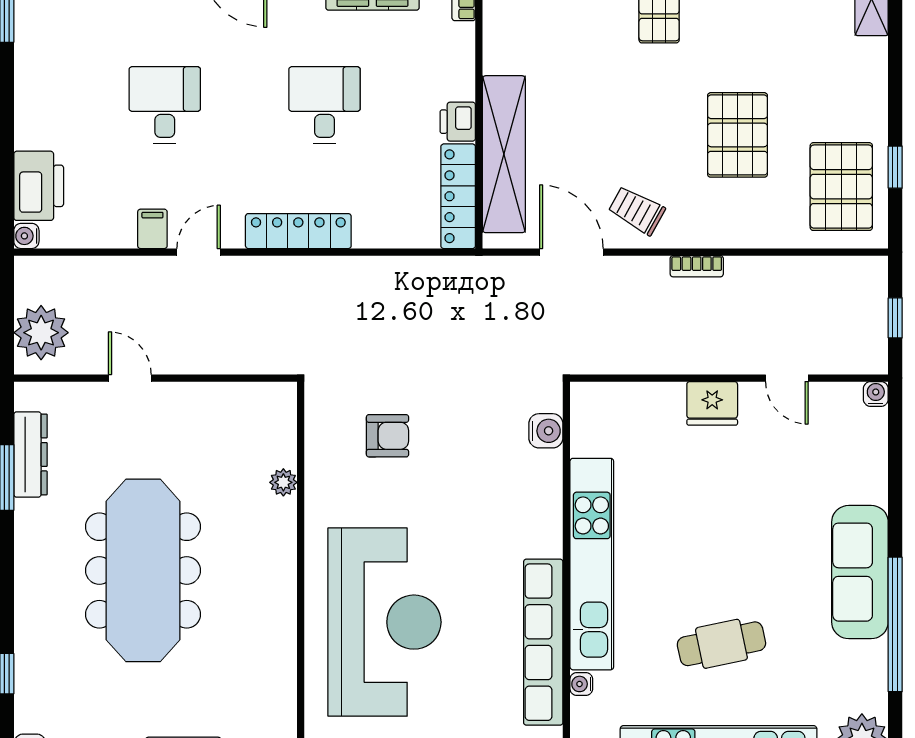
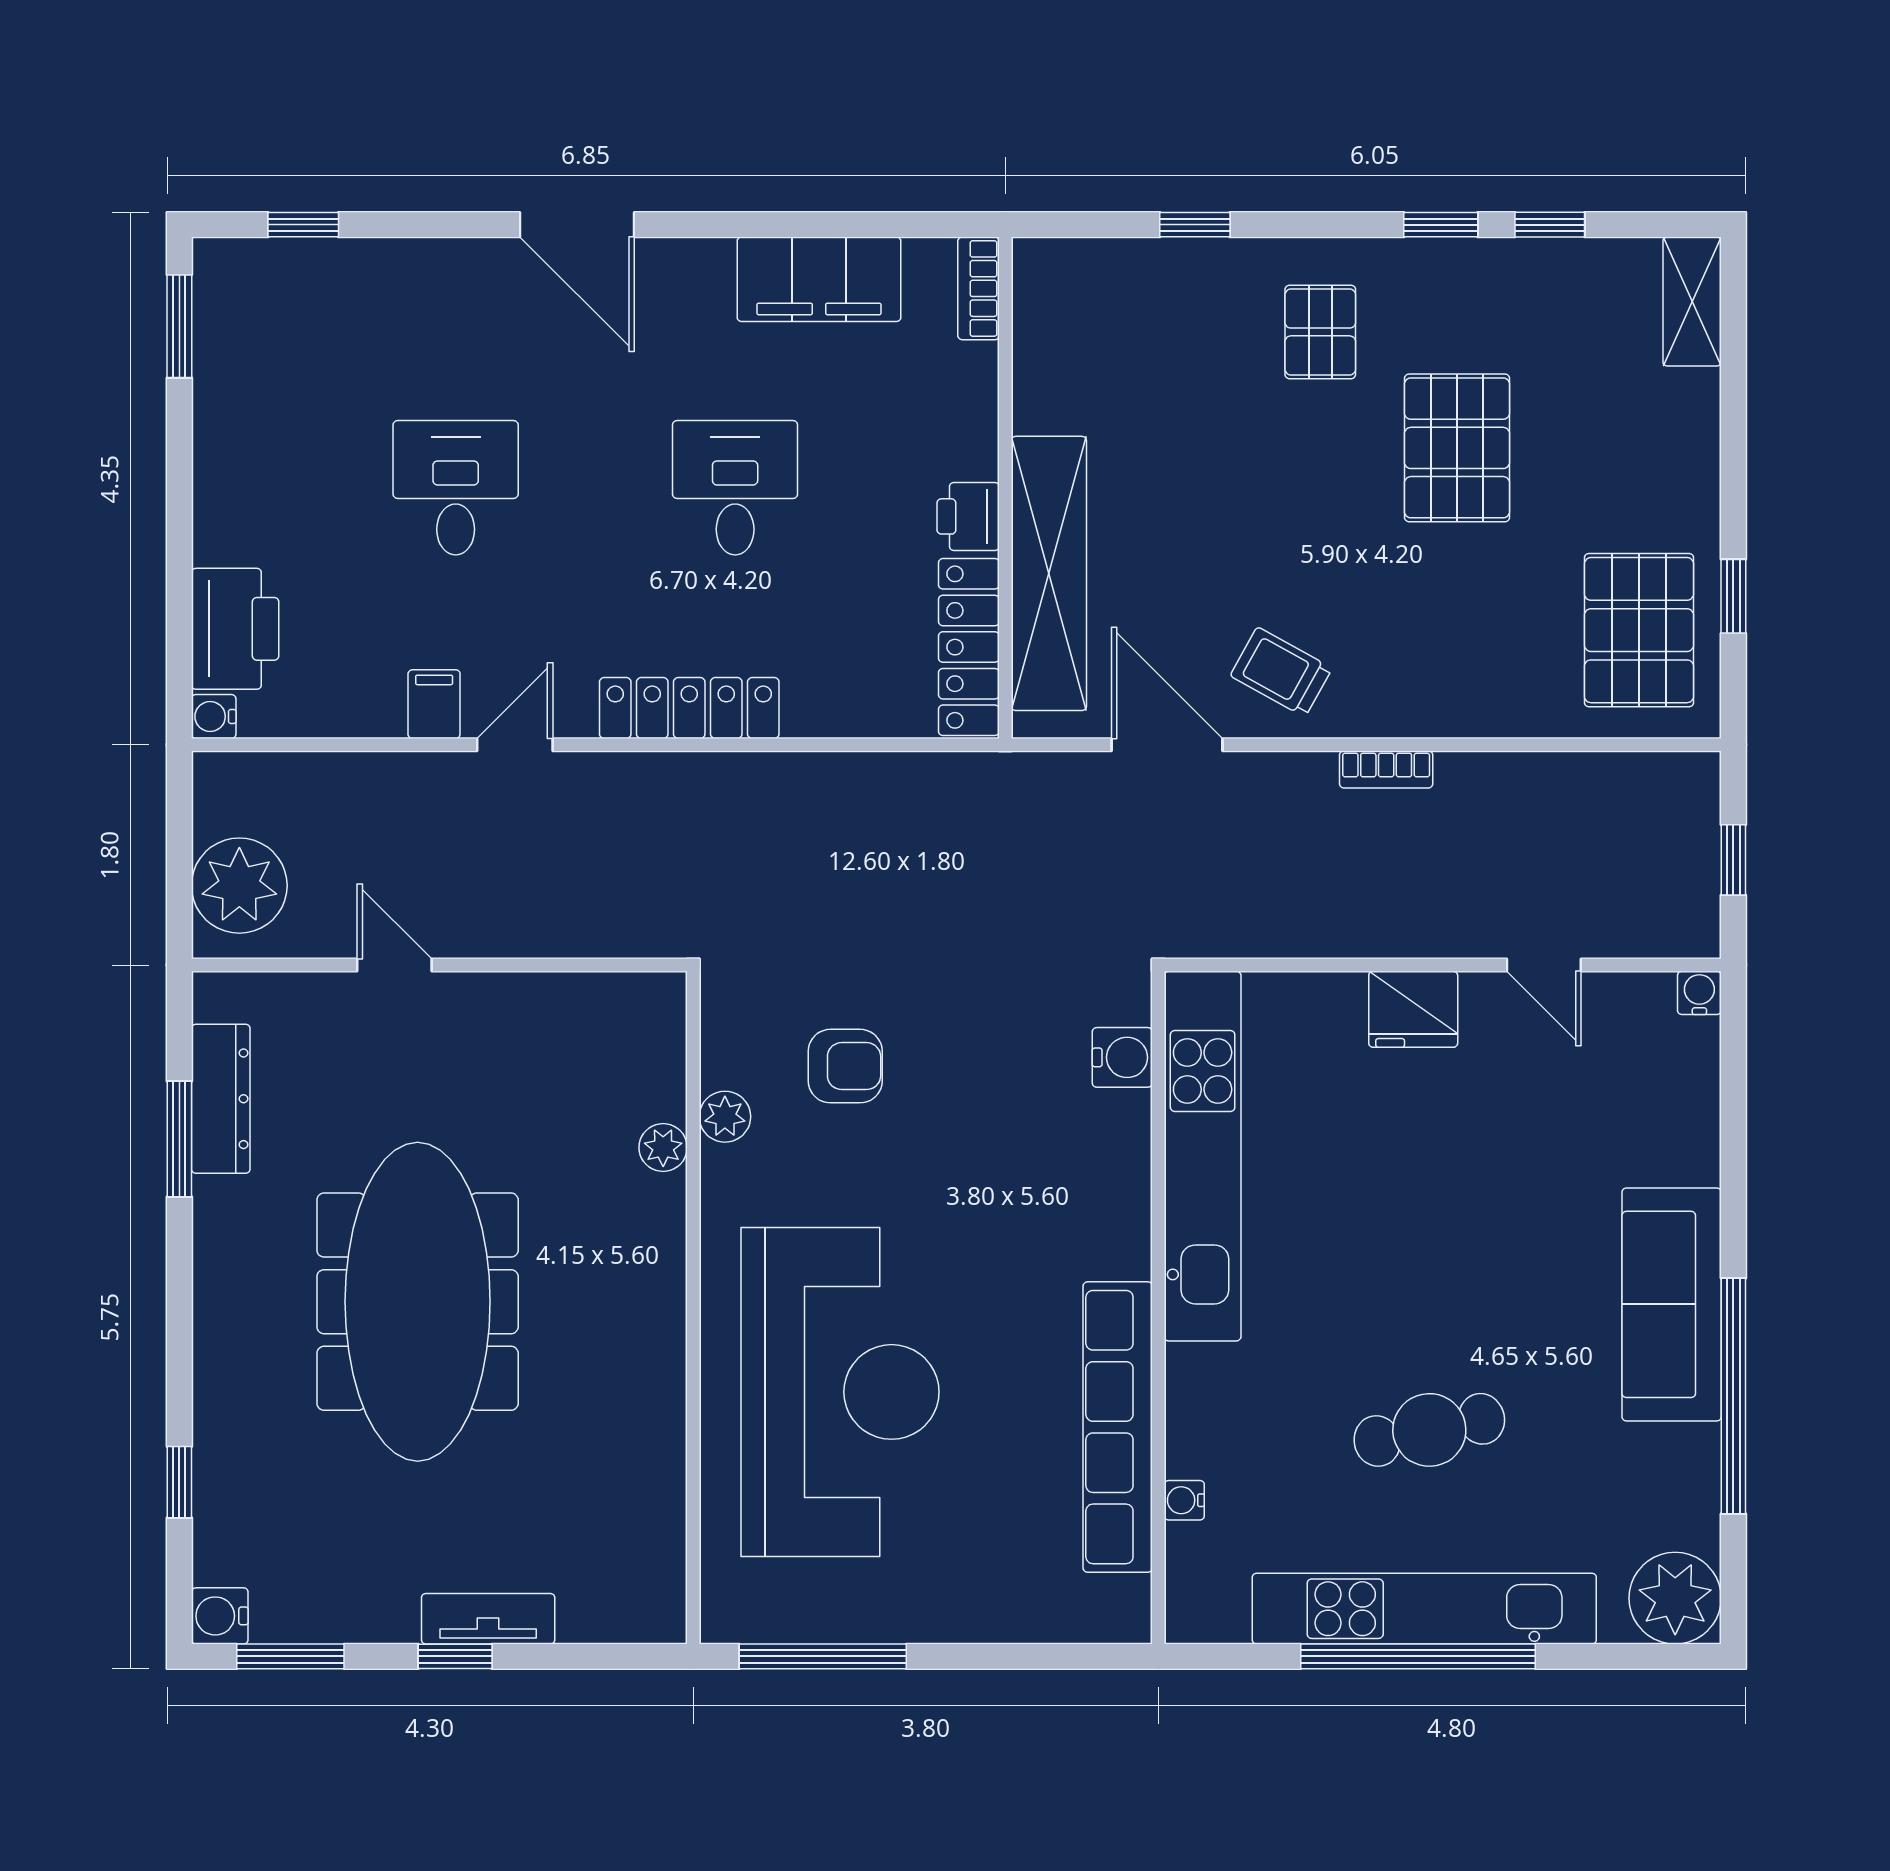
pallet: (738, 135) -> (1457, 448), moved
plant: (319, 465) -> (725, 1117), added
kitchen unit: (592, 564) -> (1203, 1156), moved

